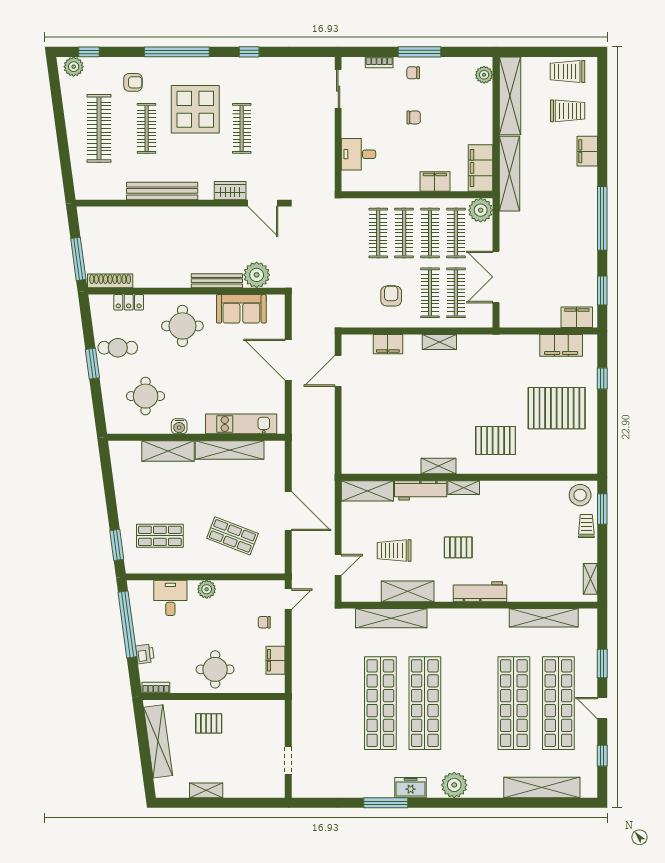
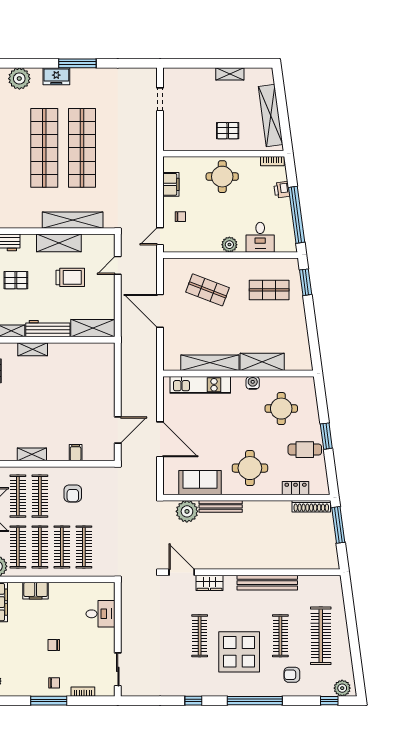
filing cabinet: (388, 344) -> (76, 453), width x0.50

